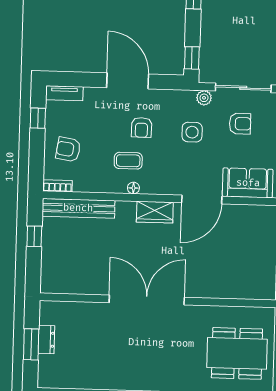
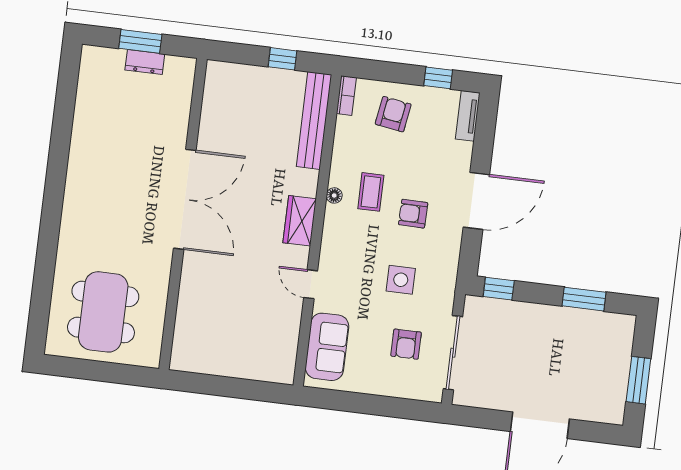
plant: (204, 98) -> (445, 300), removed
door: (202, 199) -> (311, 284), width x0.53

